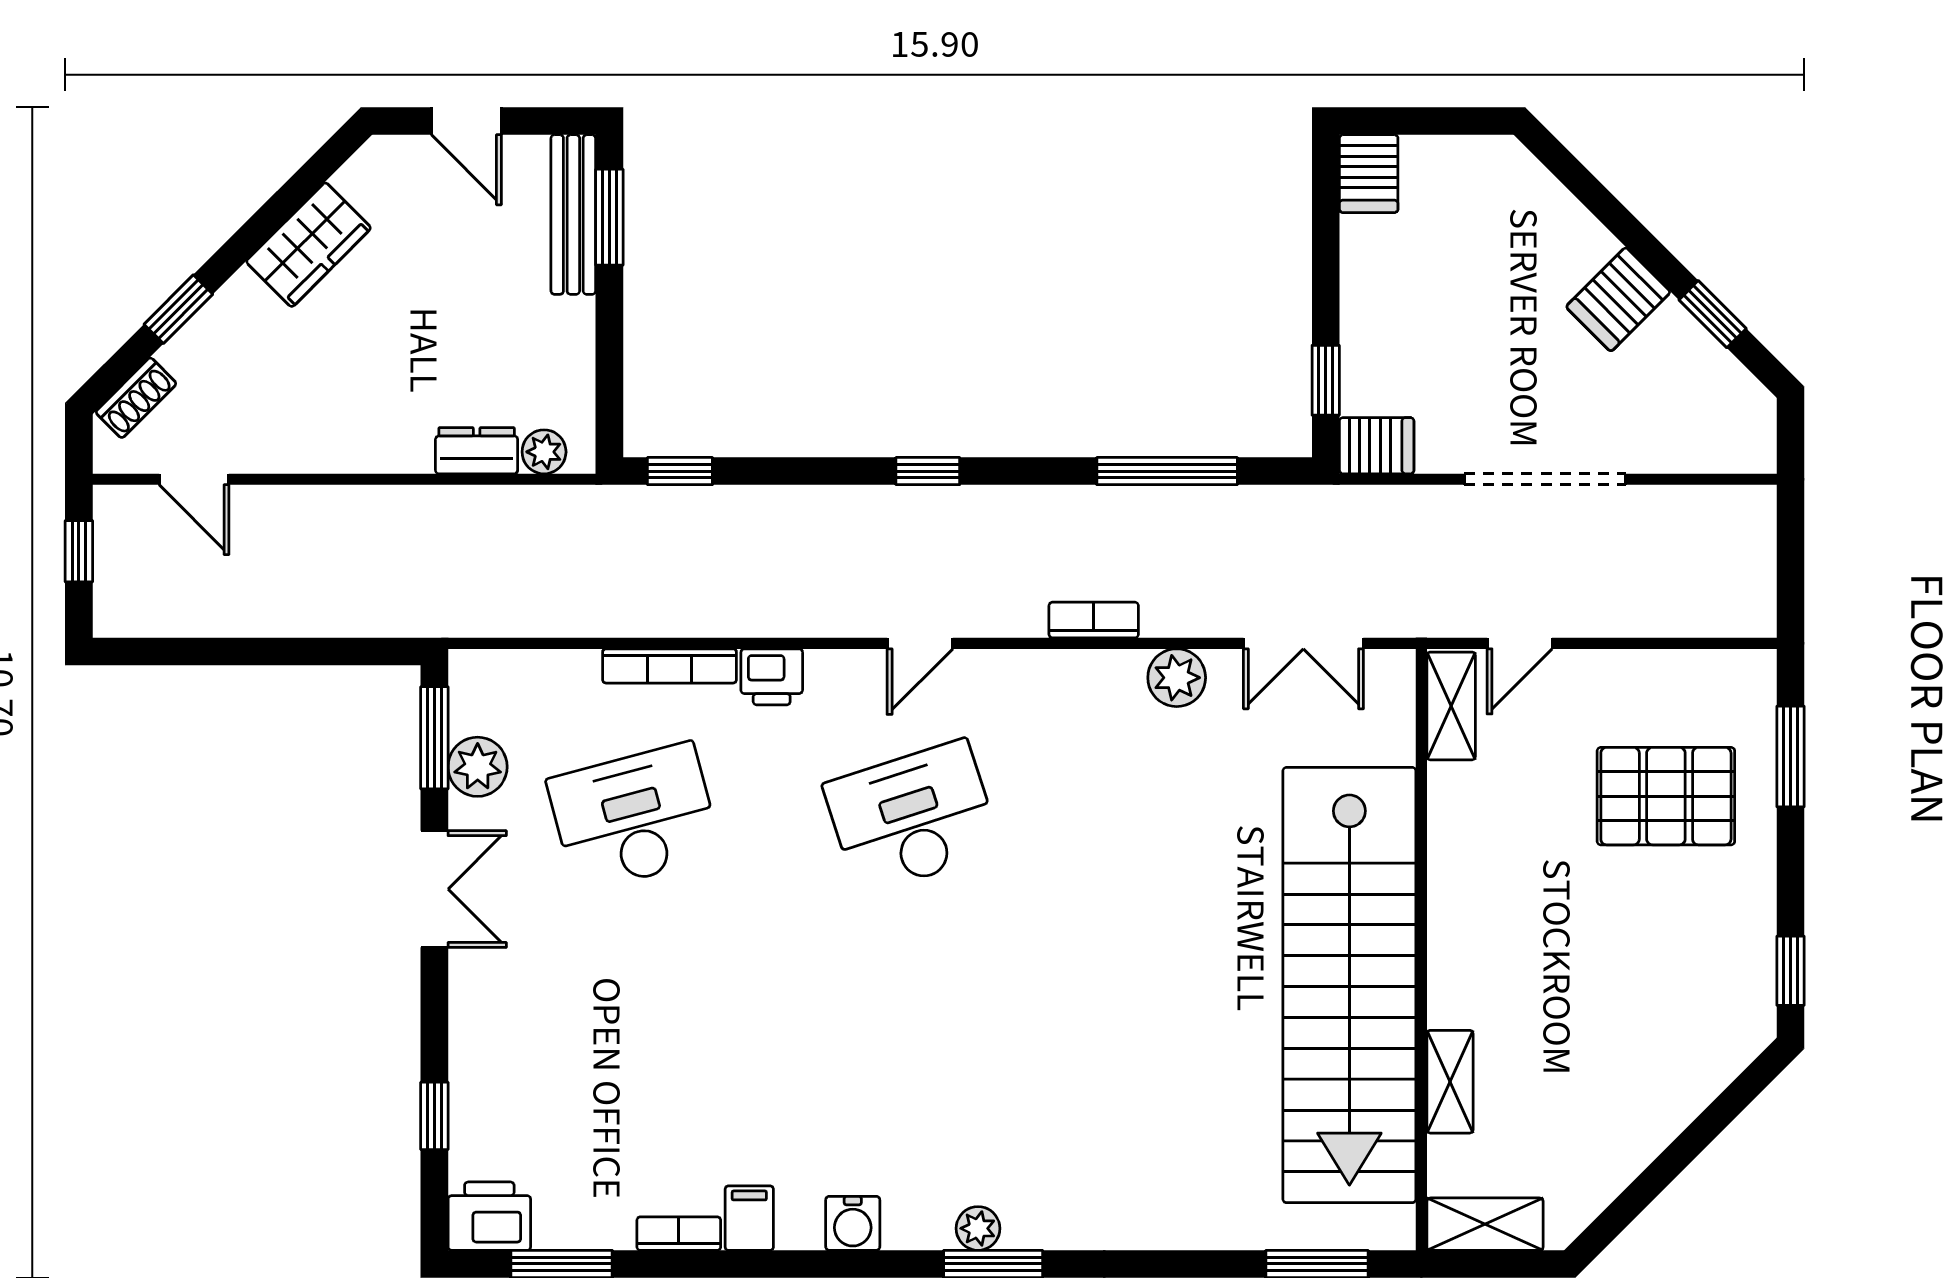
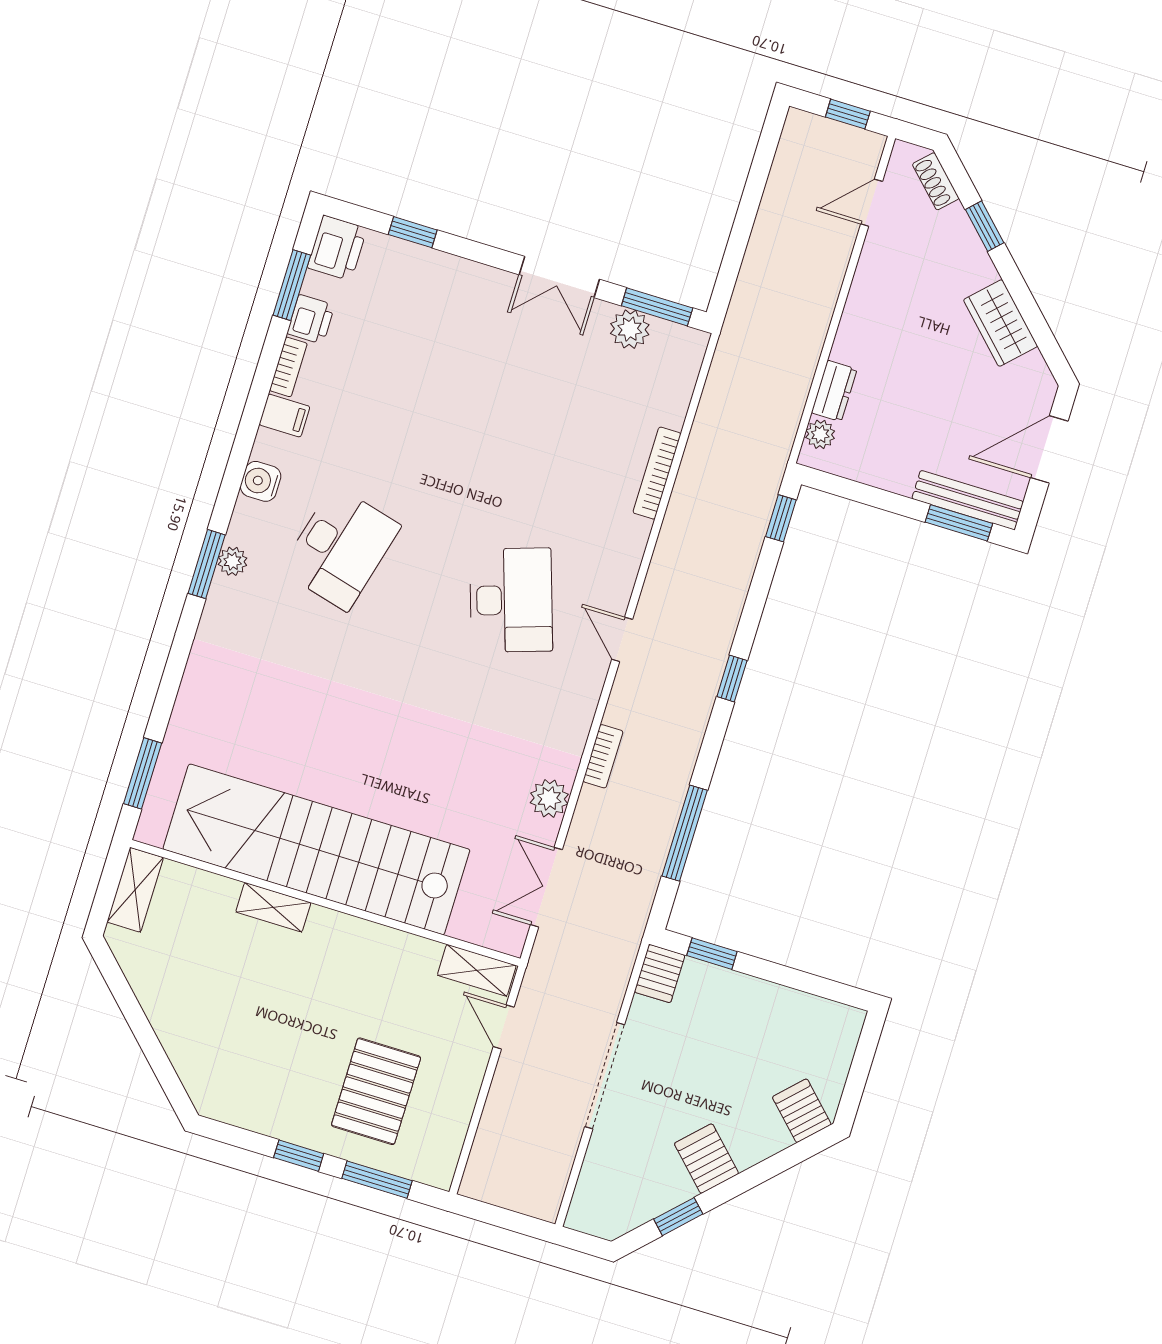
door: (466, 121) -> (1049, 449), width x1.38
server rack: (1369, 174) -> (802, 1111), moved, turned 45
printer: (772, 677) -> (311, 319), moved, turned 180
desk: (634, 818) -> (340, 548), moved, turned 30
window: (1791, 971) -> (299, 1156), moved
shelving: (1450, 1082) -> (273, 907), moved

